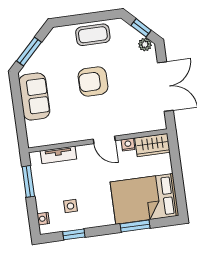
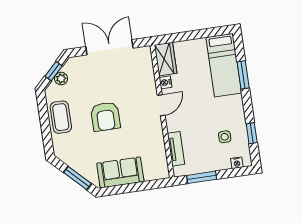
plant: (145, 44) -> (61, 79), moved
bed: (144, 199) -> (224, 65), width x0.67

